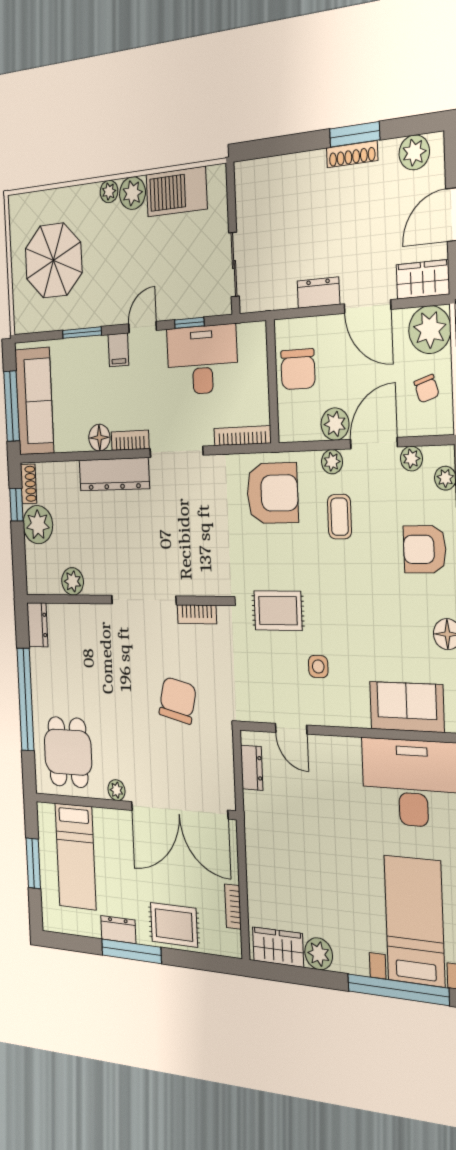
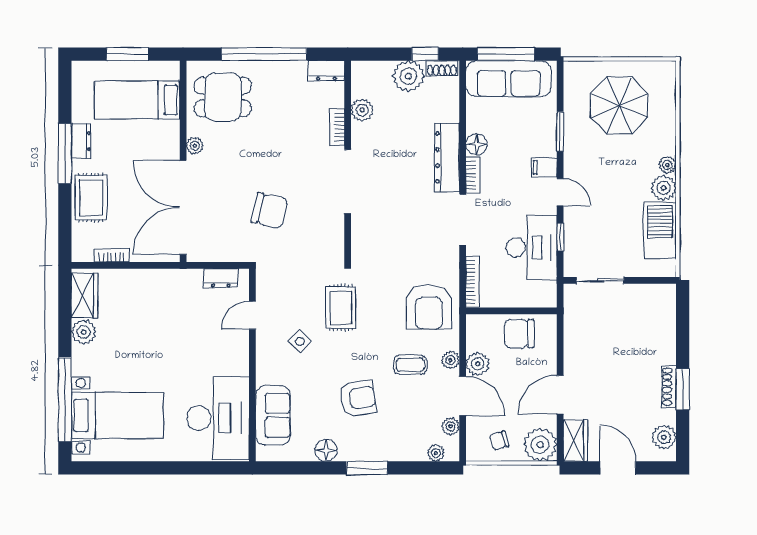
dresser: (318, 293) -> (573, 354), removed
armchair: (425, 549) -> (358, 398), moved, turned 81
bookcase: (197, 614) -> (337, 127), moved
side table: (318, 667) -> (300, 341), turned 45

